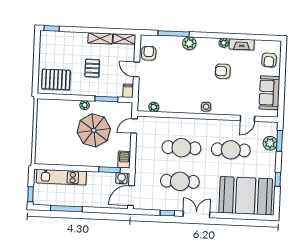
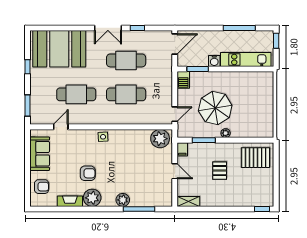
shelving: (100, 38) -> (213, 201), removed
plant: (224, 43) -> (92, 198), width x1.87, depth x1.87
armchair: (149, 53) -> (163, 188), removed
armchair: (269, 60) -> (42, 187), turned 87
plant: (154, 107) -> (160, 139), width x1.88, depth x1.88
plant: (270, 143) -> (37, 103), removed
water cooler: (121, 178) -> (214, 61), moved

